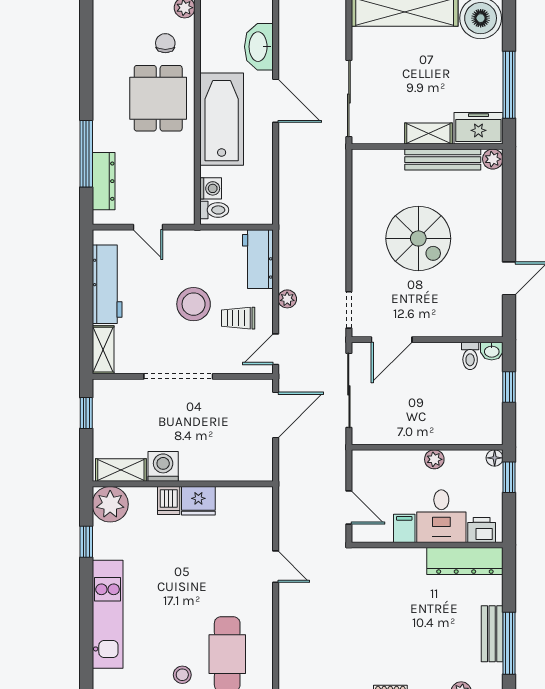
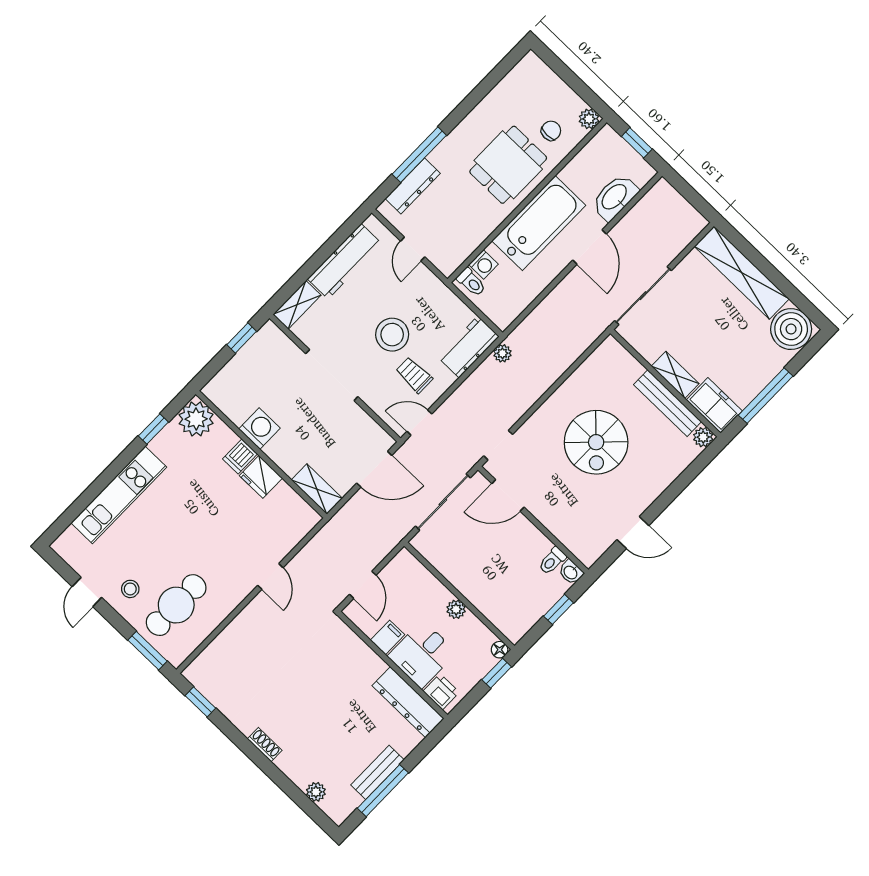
plant: (287, 299) -> (502, 353), moved
shelving: (121, 470) -> (317, 489), moved

